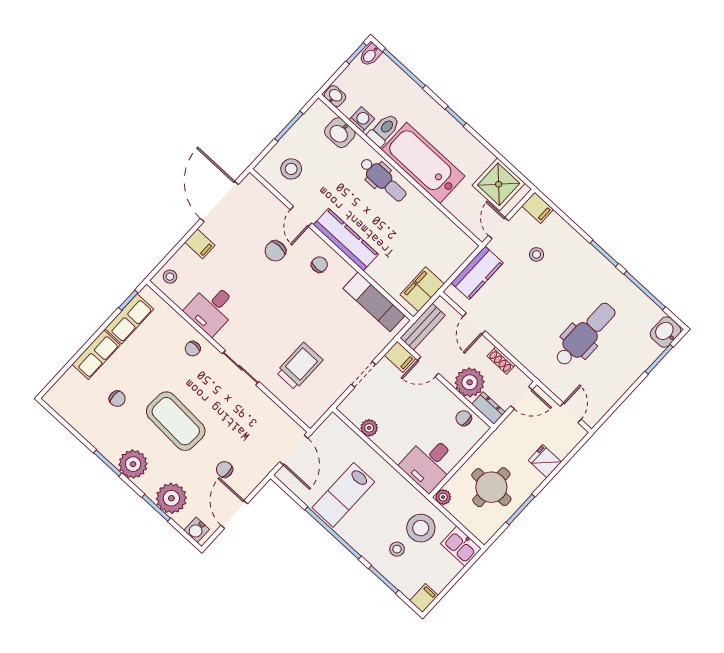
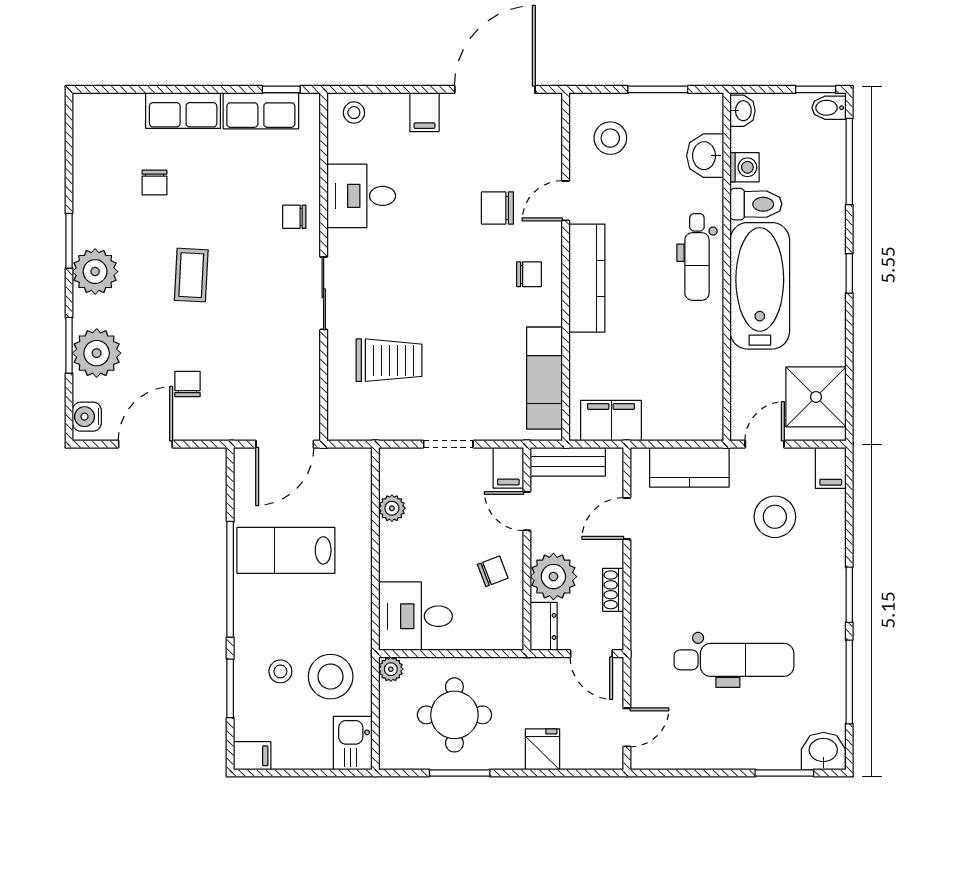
stool: (536, 254) -> (775, 517), width x1.89, depth x1.89
chair: (464, 418) -> (493, 571), moved, turned 69
coffee table: (176, 421) -> (191, 275), width x0.54, depth x0.58

